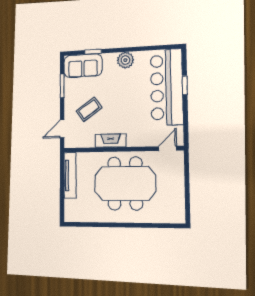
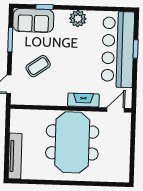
fireplace: (111, 141) -> (83, 100), moved
tv unit: (70, 175) -> (15, 156), moved
meeting table: (125, 183) -> (72, 142), turned 90

